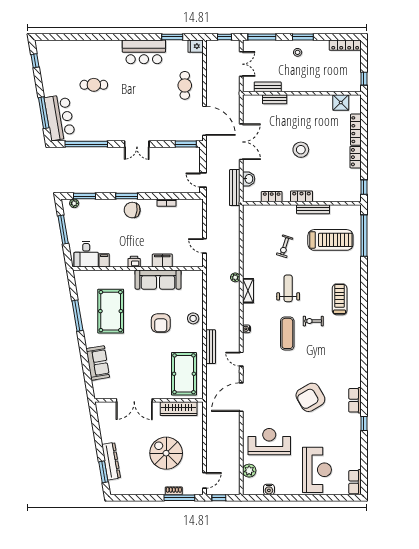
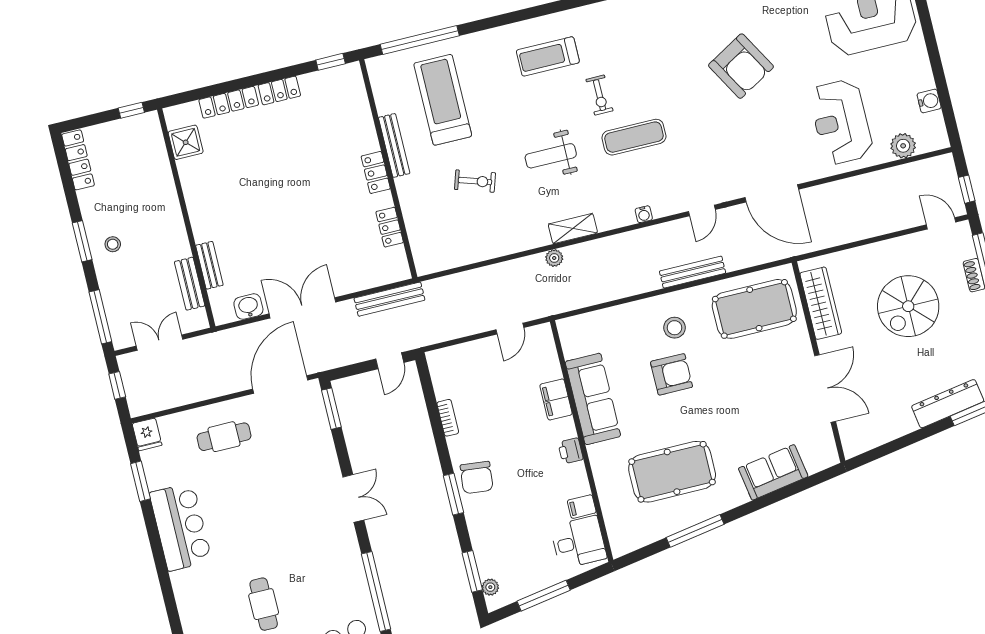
stool: (301, 150) -> (290, 195), removed
washbasin: (249, 179) -> (248, 307), moved
stool: (193, 318) -> (675, 328), moved

